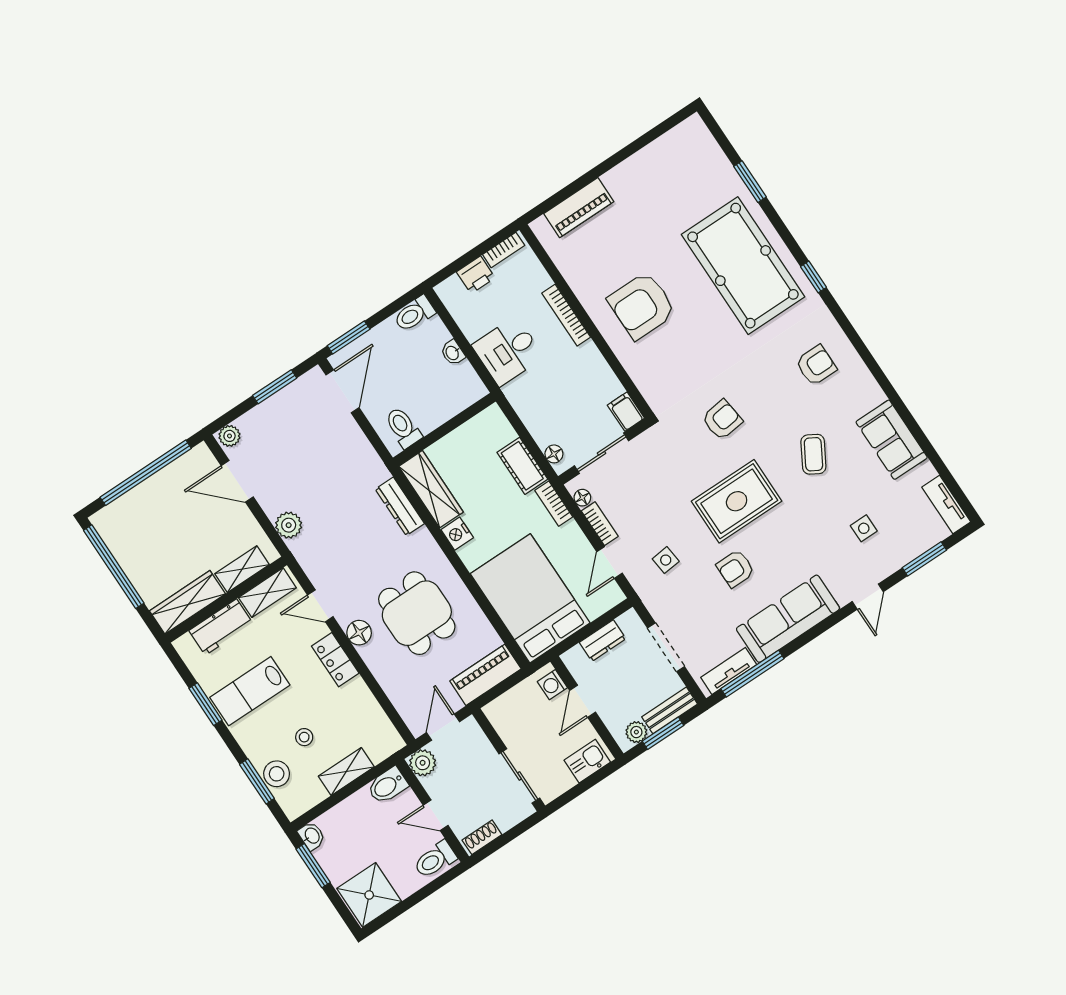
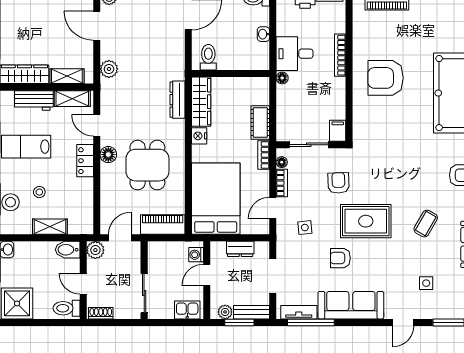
armchair: (722, 420) -> (338, 183), moved, turned -85
floor lamp: (554, 454) -> (282, 78), moved

